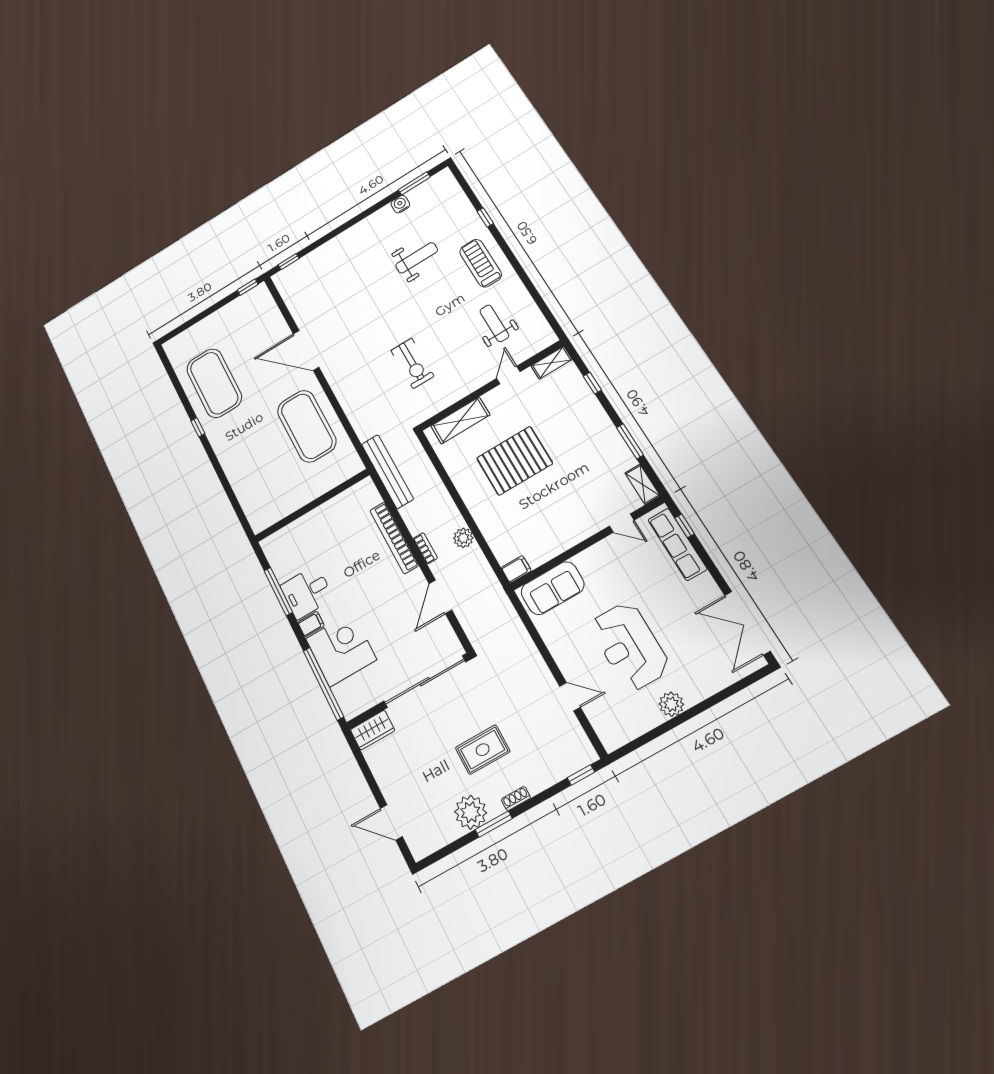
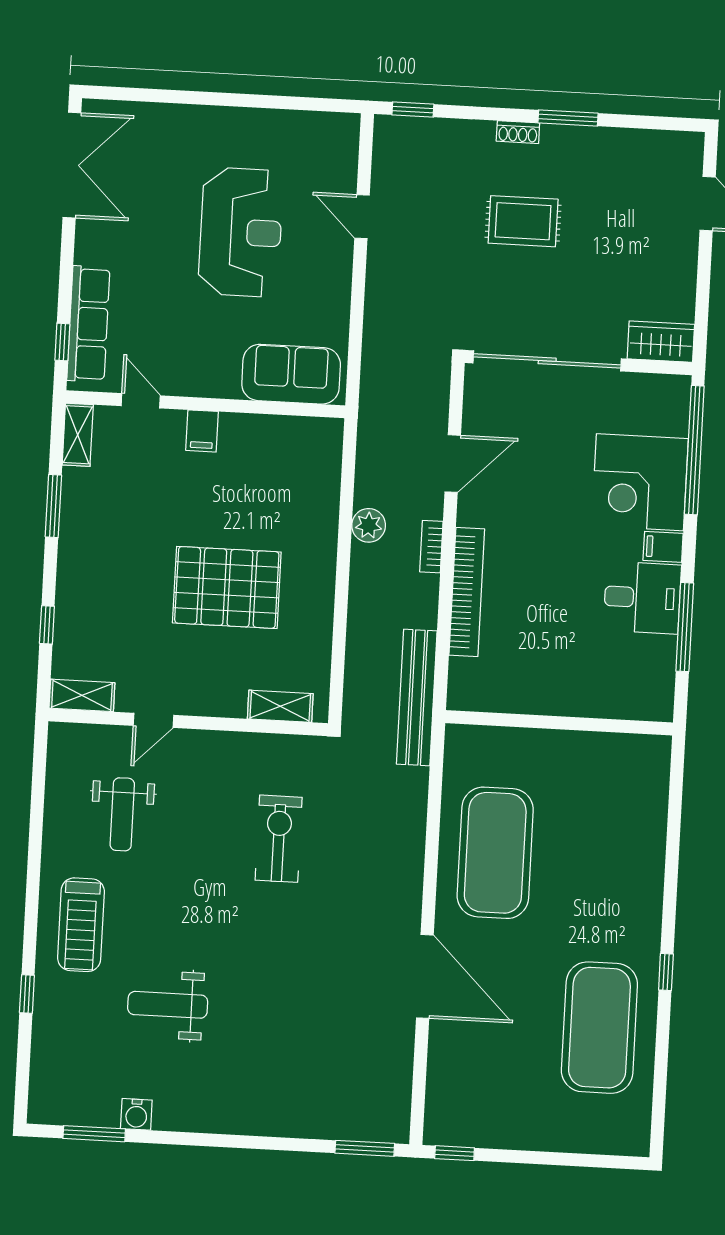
window: (289, 262) -> (365, 1148), width x1.50
shelving: (460, 420) -> (280, 706), width x0.67, depth x0.75
filing cabinet: (516, 569) -> (202, 431), moved, turned -90
plant: (671, 704) -> (238, 125), removed
plant: (471, 812) -> (590, 151), removed

